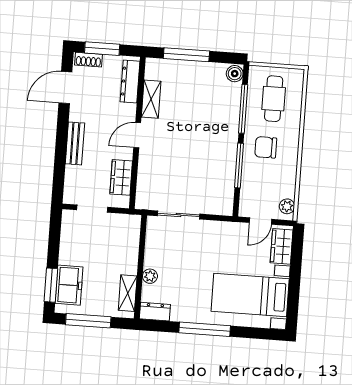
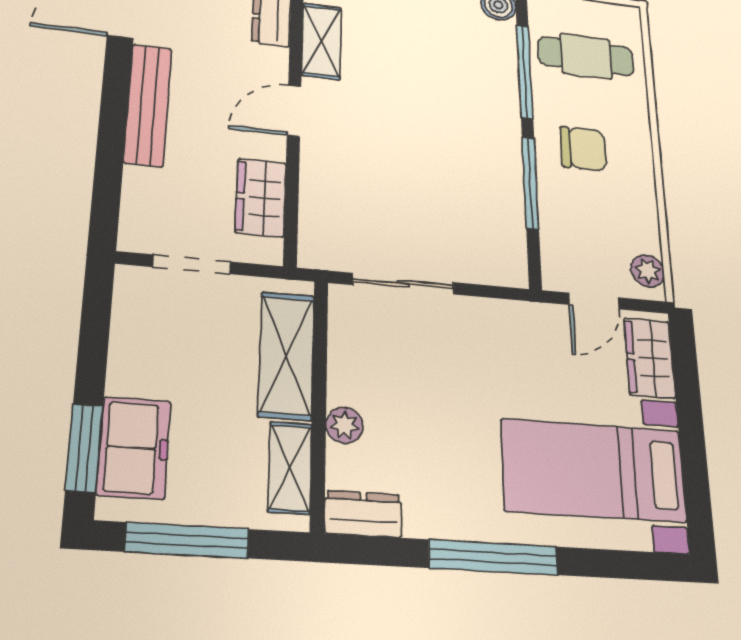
cafe table: (274, 99) -> (586, 56), turned 90
bench: (75, 143) -> (148, 105), width x1.36
chair: (266, 147) -> (583, 149), turned 180
shelving: (129, 247) -> (286, 356), added

